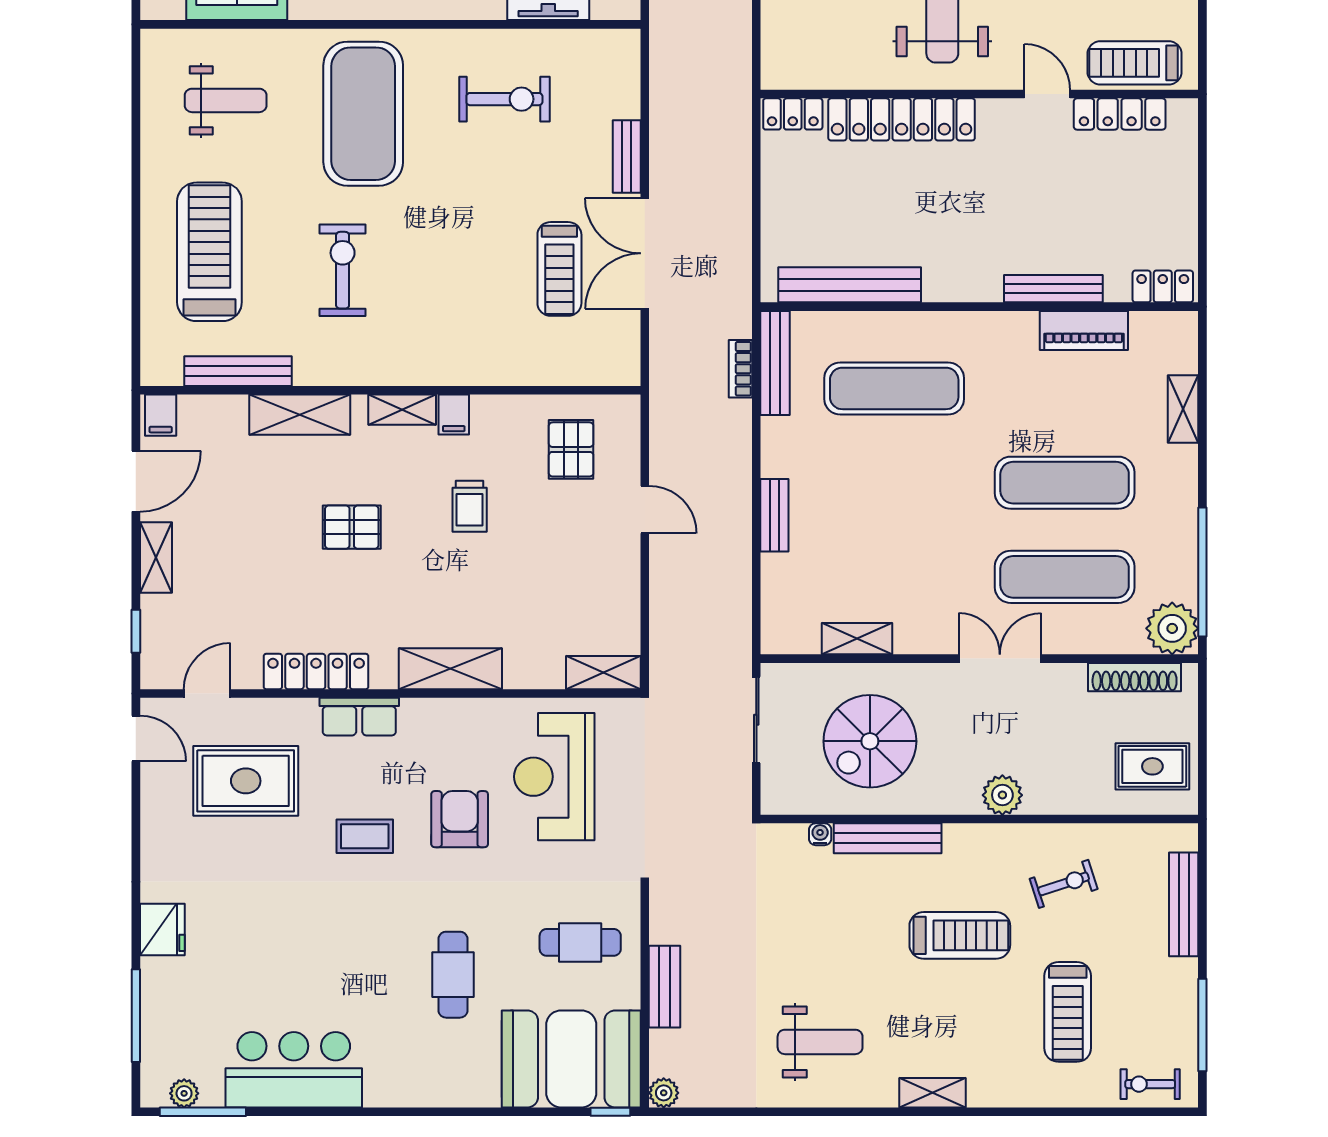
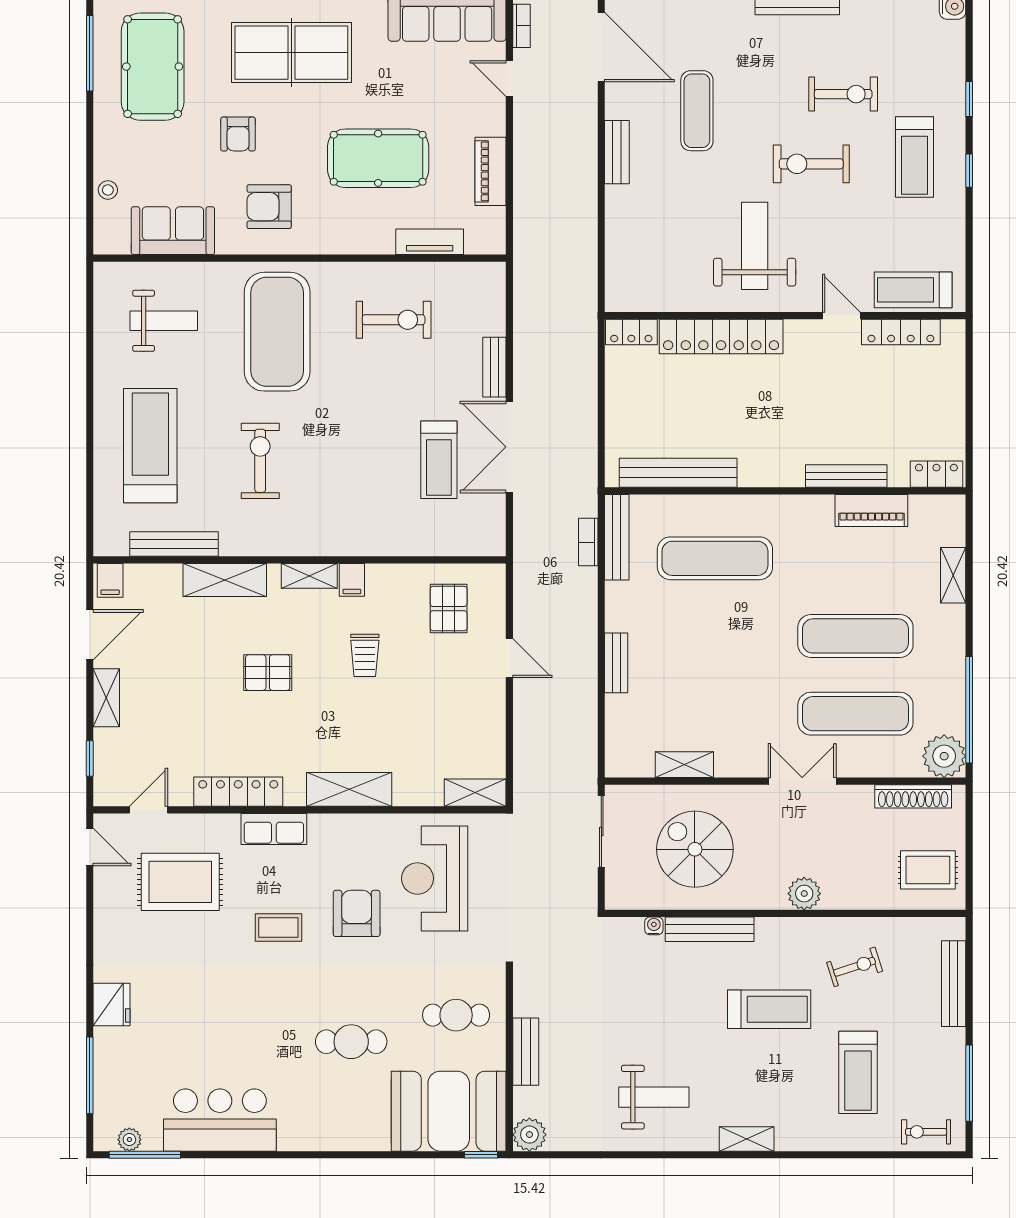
spiral stairs: (870, 741) -> (695, 849), turned 90
cafe table: (453, 975) -> (351, 1042), turned 90
plant: (664, 1093) -> (529, 1135), width x1.38, depth x1.38

